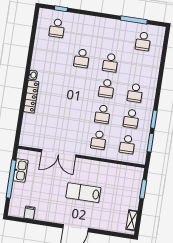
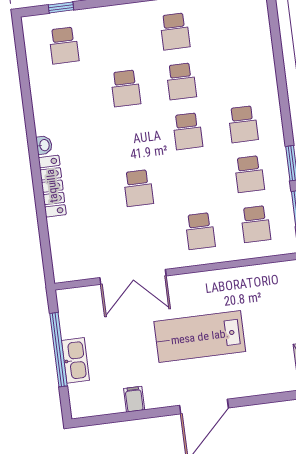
school desk: (143, 41) -> (175, 31), moved
school desk: (102, 114) -> (138, 188), moved
kitchen sink: (20, 170) -> (75, 360), moved
lab bench: (83, 193) -> (200, 337), width x1.36, depth x1.39
filing cabinet: (30, 213) -> (134, 399), moved

